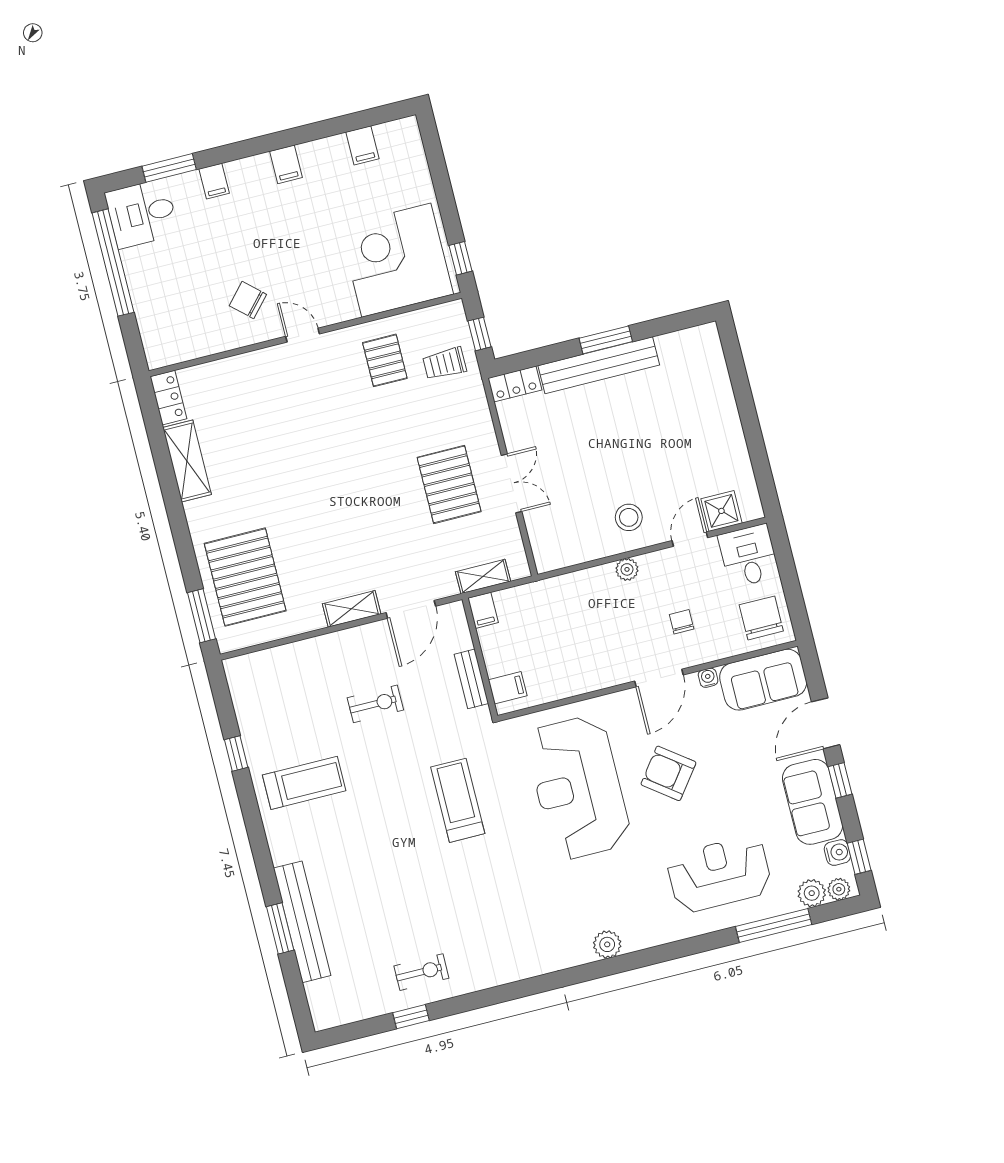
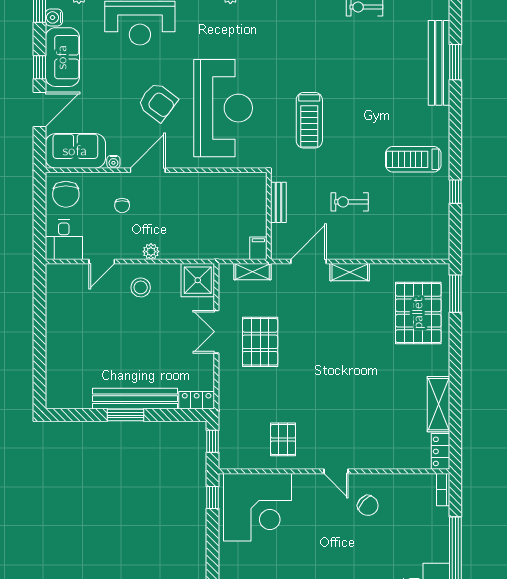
bookcase: (152, 347) -> (443, 490), added
trolley: (445, 363) -> (242, 427), removed
shower: (721, 511) -> (198, 280), moved, width x1.36, depth x1.36
filing cabinet: (508, 688) -> (255, 190), removed

